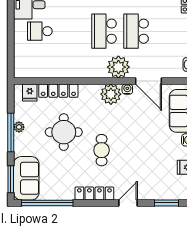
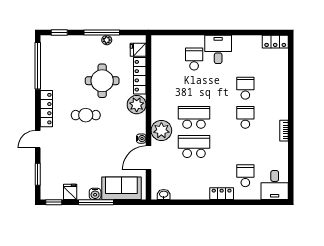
plant: (111, 94) -> (137, 105), moved
sofa: (26, 178) -> (60, 47), removed
window: (11, 179) -> (59, 33), width x0.67
door: (128, 203) -> (38, 139), swing flipped

